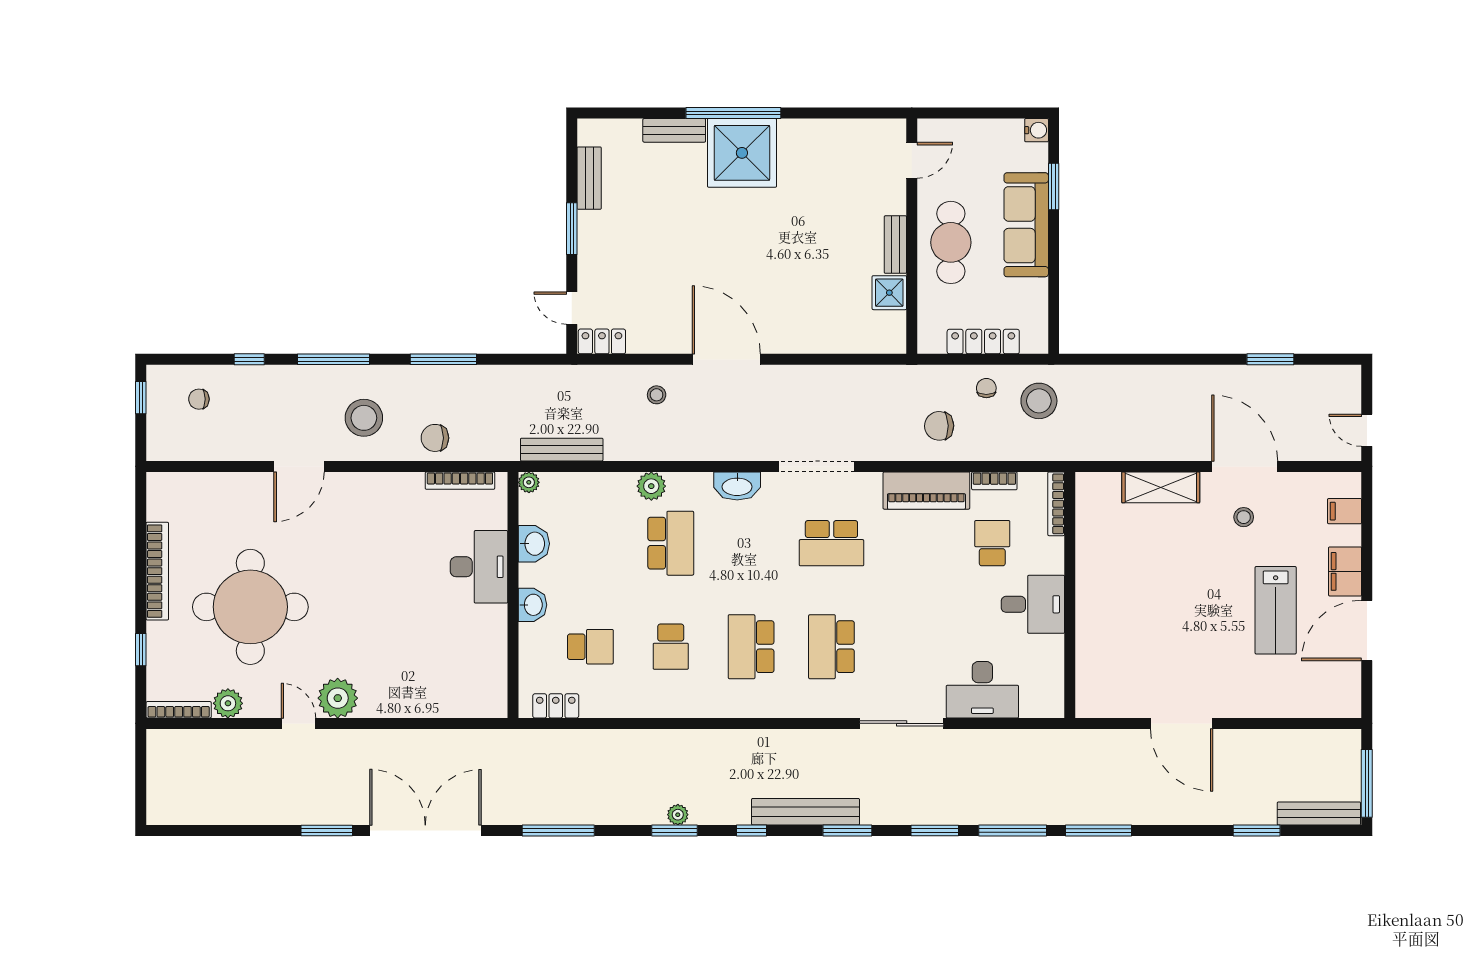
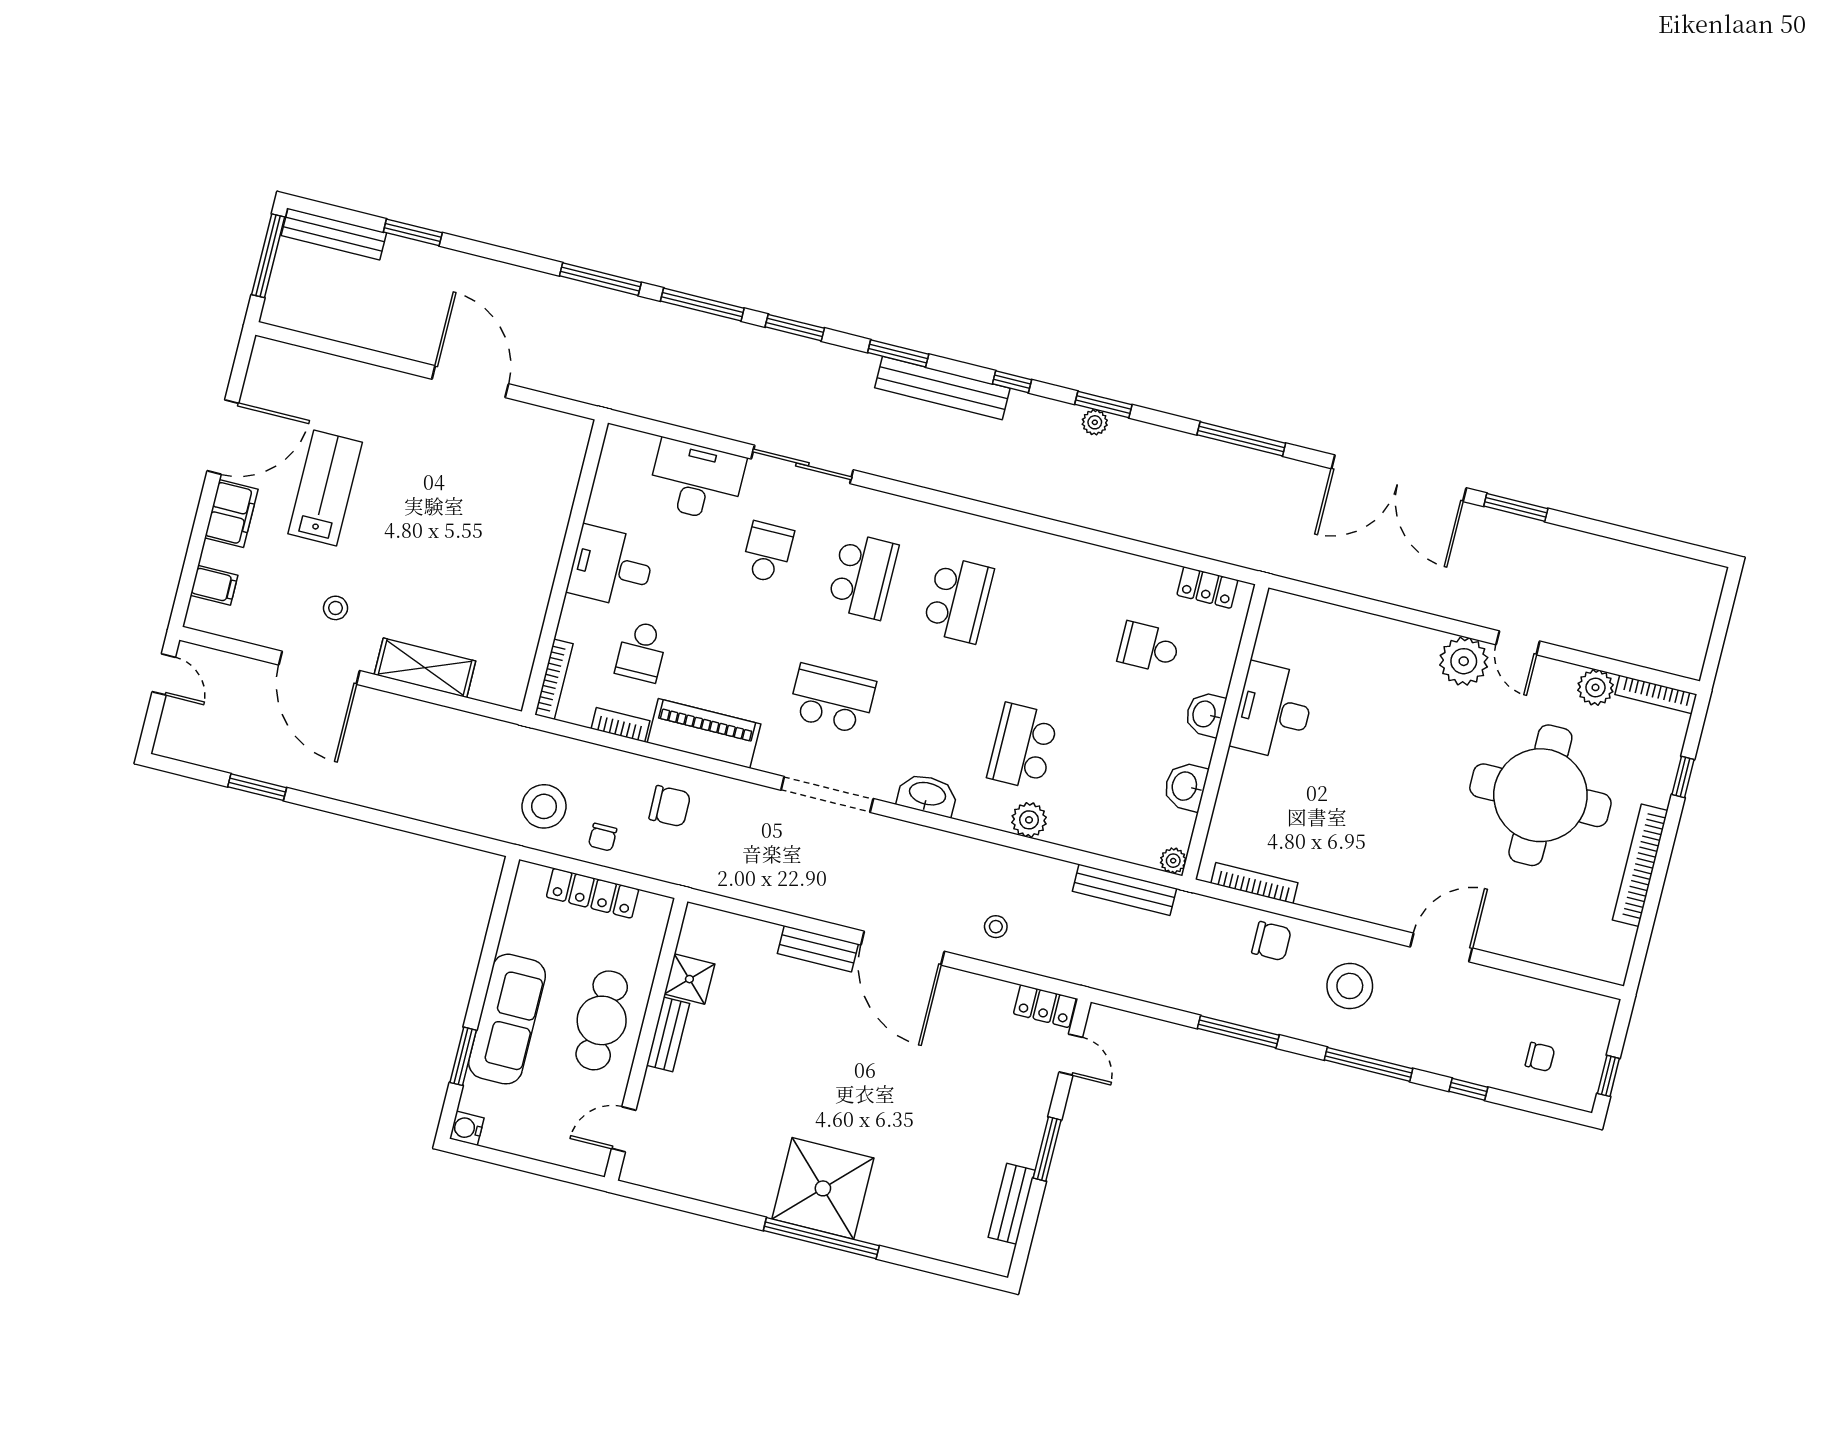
bench: (674, 130) -> (818, 949), moved
desk: (479, 567) -> (1273, 711), moved
school desk: (671, 647) -> (767, 552), moved

